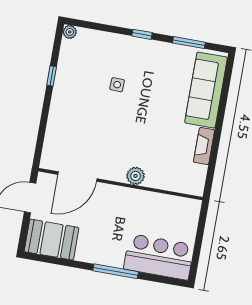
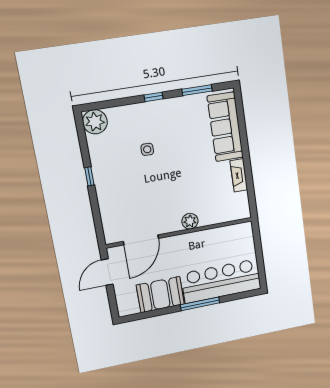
plant: (70, 32) -> (95, 122), width x1.87, depth x1.87
window: (52, 76) -> (89, 176), moved
booth: (52, 240) -> (160, 295), moved
bar counter: (159, 257) -> (221, 281), width x1.36

